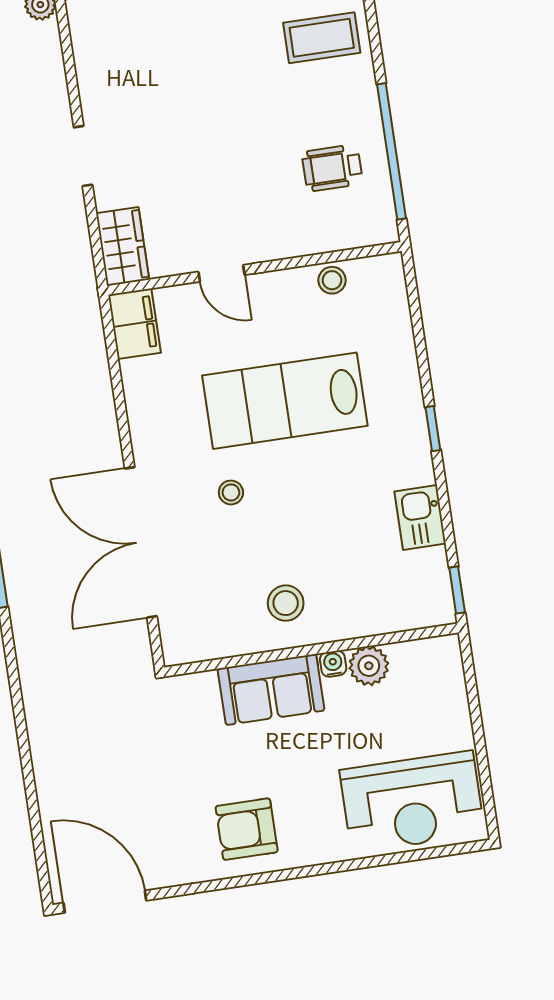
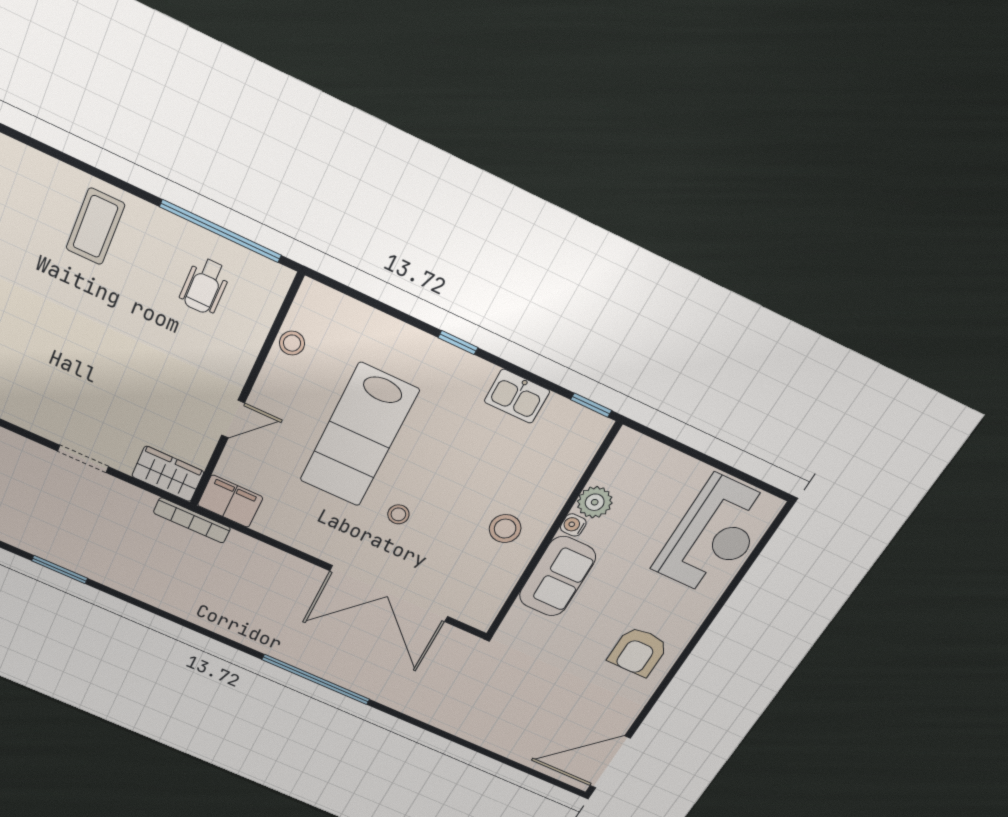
bookcase: (88, 300) -> (192, 520), added

